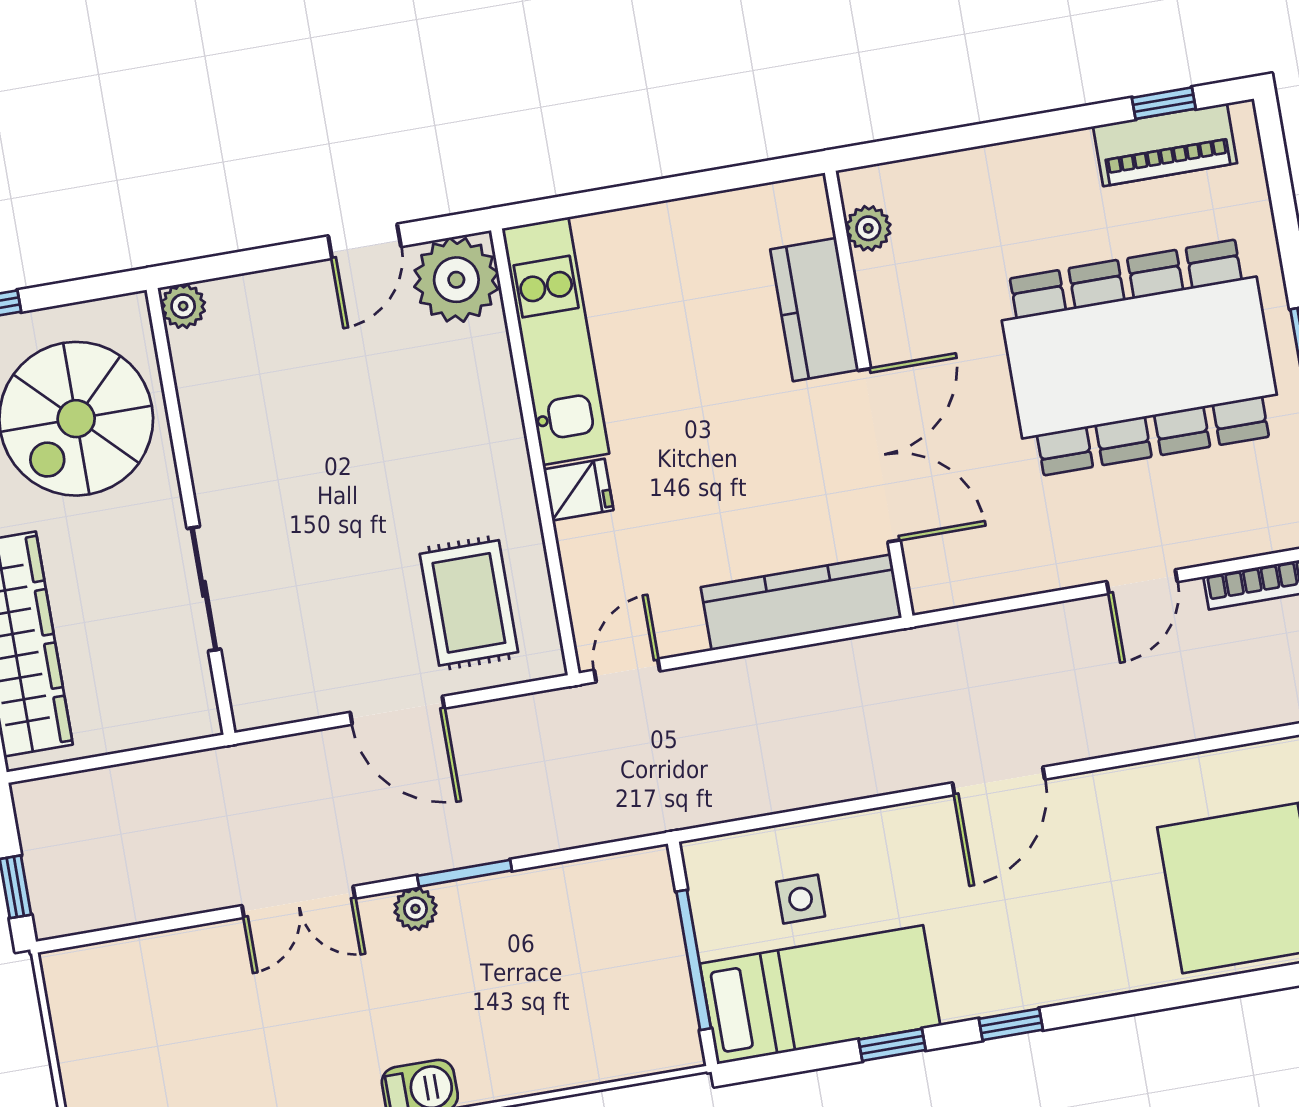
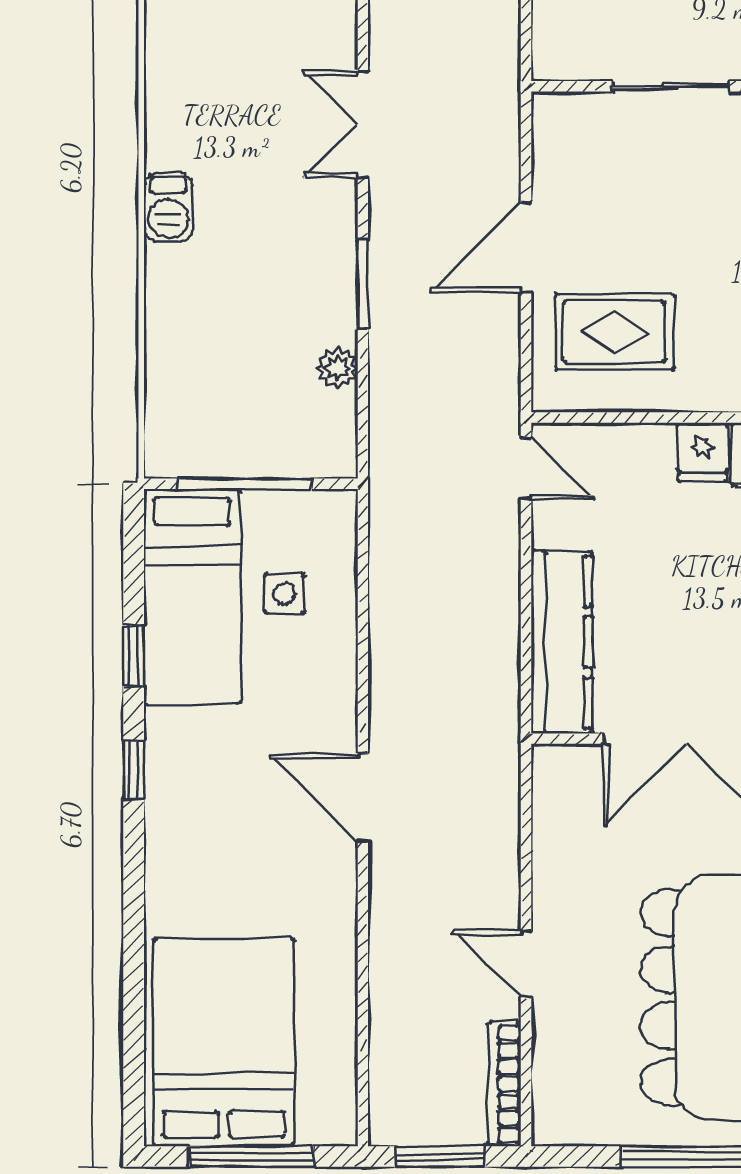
plant: (415, 909) -> (338, 368), moved

